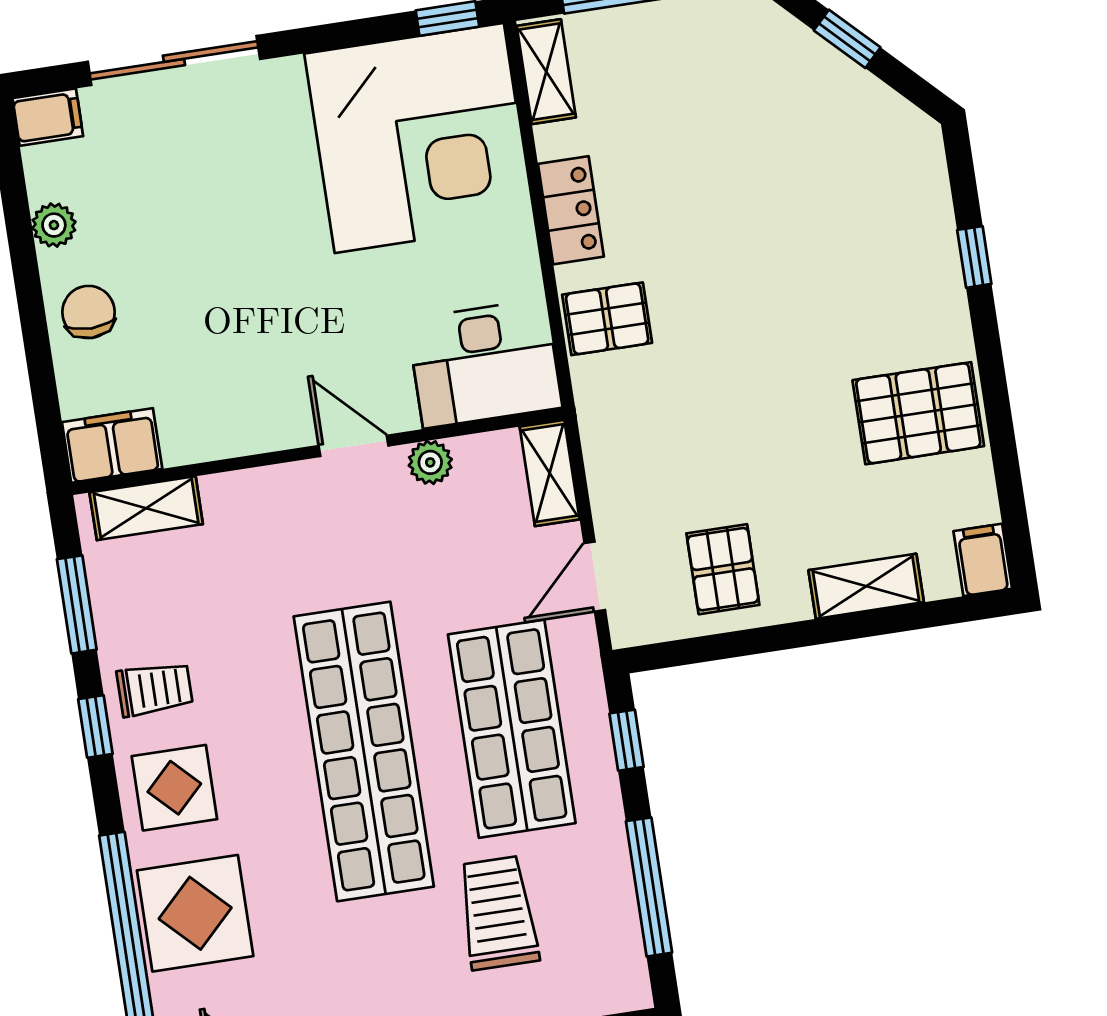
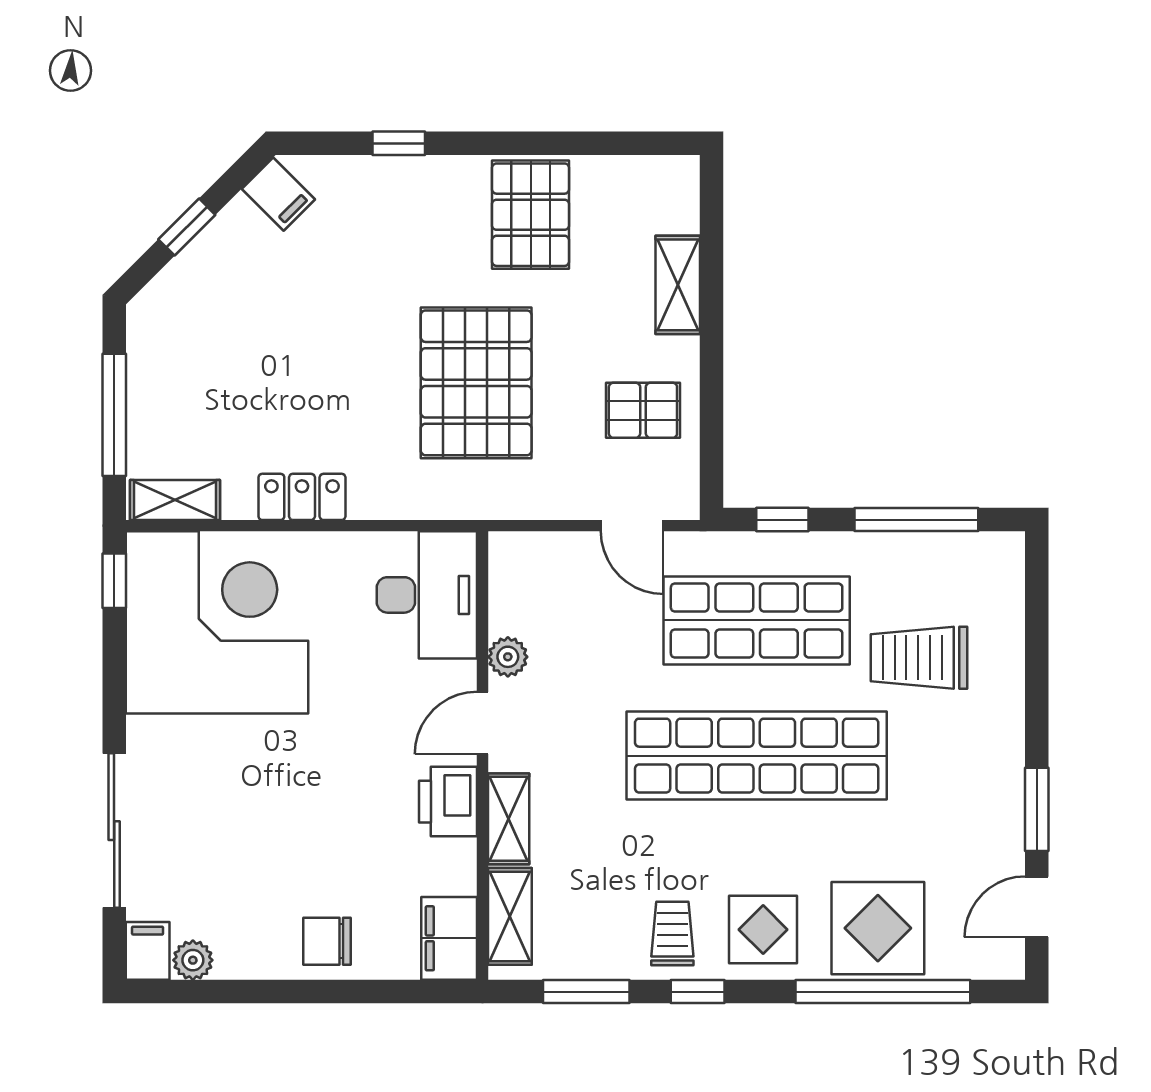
plant: (54, 225) -> (193, 960), moved
pallet: (607, 319) -> (476, 383), moved, width x2.05, depth x2.00
printer: (262, 421) -> (448, 802), added
shelving: (550, 473) -> (509, 819), moved, turned 90
filing cabinet: (983, 560) -> (278, 194), moved, turned -135

